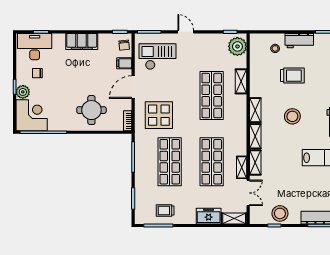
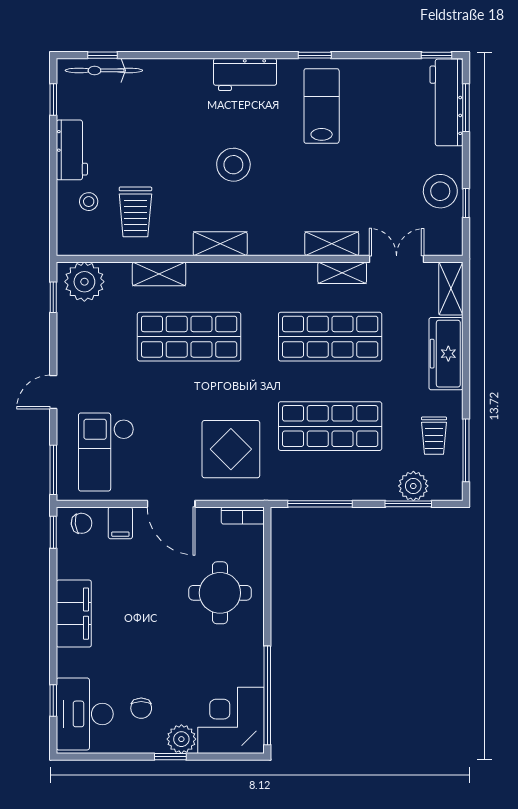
trolley: (292, 76) -> (135, 212), moved, turned 180
shelving: (255, 136) -> (276, 244), removed
plant: (142, 201) -> (413, 486), added
freezer: (209, 216) -> (446, 354), width x1.40

